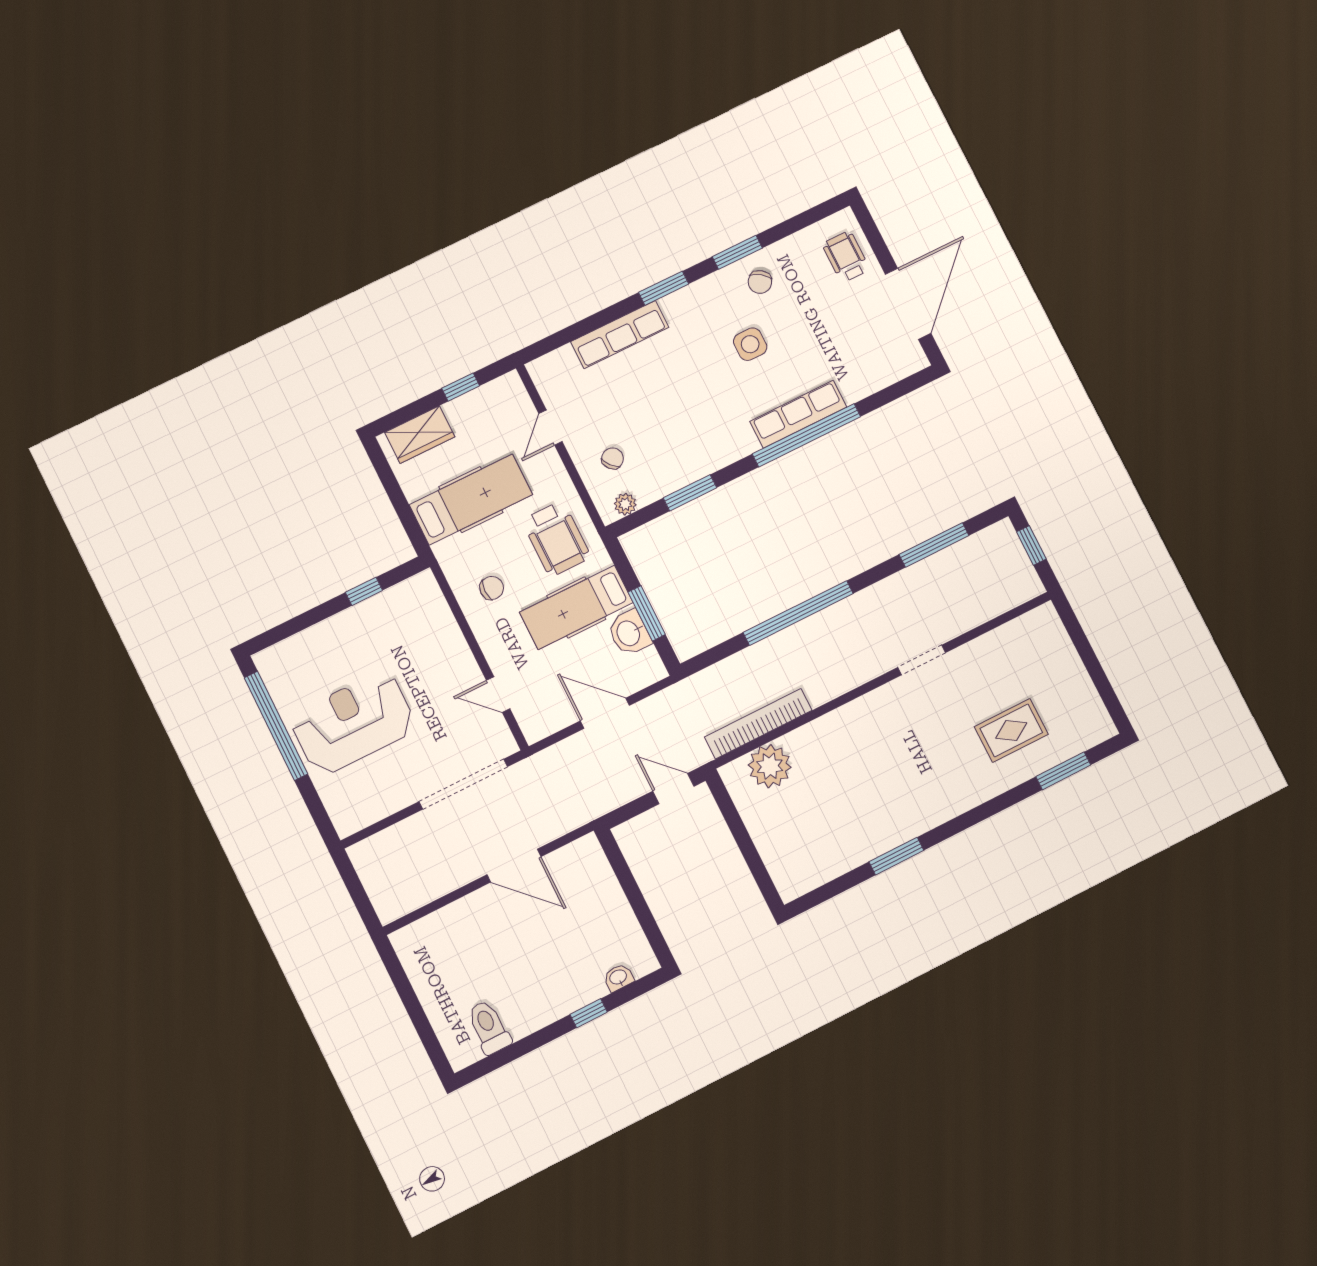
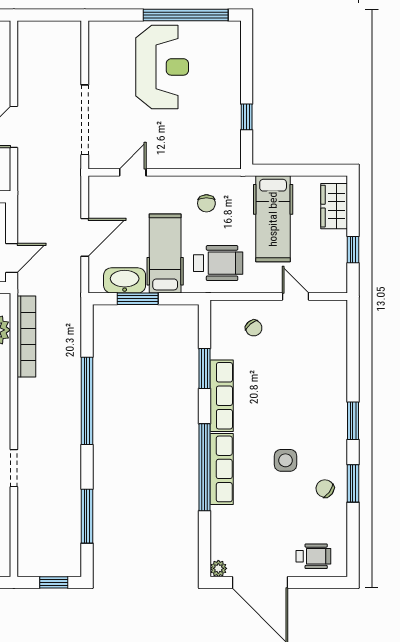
row of seats: (620, 335) -> (222, 396), moved, turned 180
plant: (625, 504) -> (218, 568), moved
wheelchair: (556, 539) -> (218, 263), turned 180
washbasin: (629, 633) -> (125, 280), width x1.38

